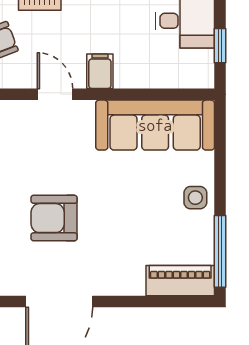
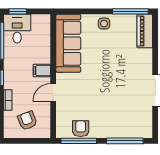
window: (220, 46) -> (18, 11), moved
armchair: (54, 218) -> (114, 93), removed

